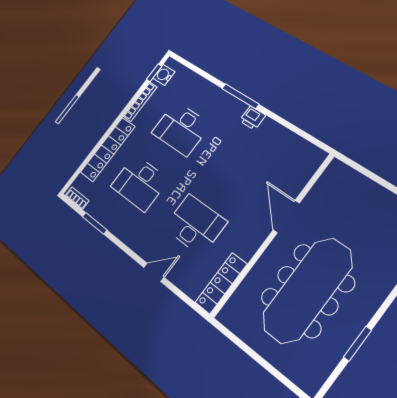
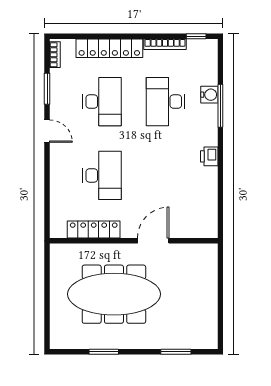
water cooler: (164, 75) -> (209, 95), moved, turned 90
window: (240, 96) -> (220, 106), moved
desk: (140, 183) -> (102, 102), turned 180
door: (154, 272) -> (47, 131), moved
locker: (221, 283) -> (94, 229), moved

